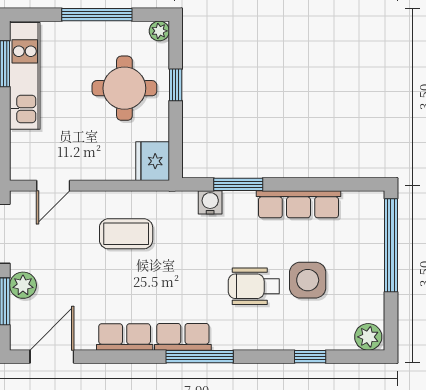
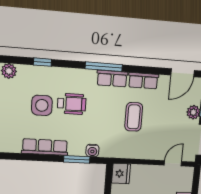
coffee table: (126, 234) -> (134, 117), moved, turned 90

